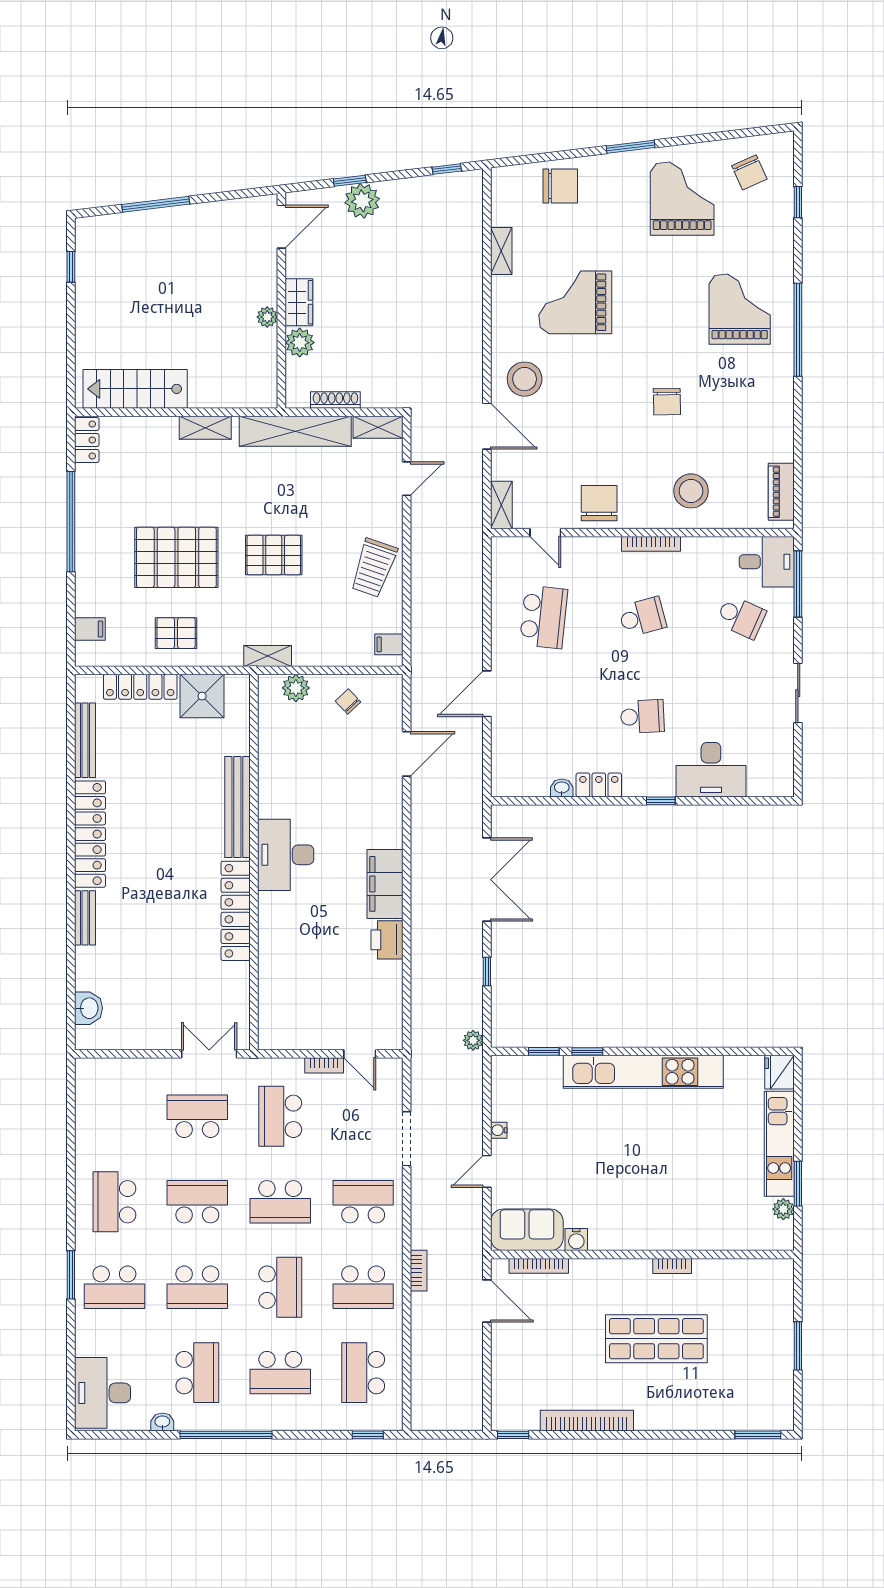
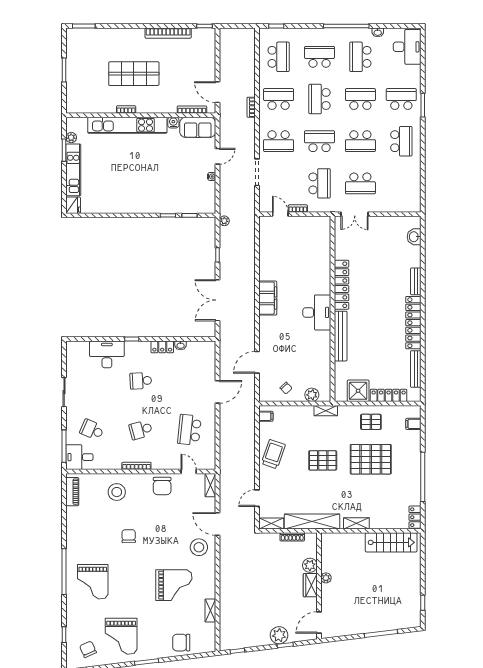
printer: (387, 940) -> (267, 270), removed
kitchen unit: (643, 1072) -> (127, 125), moved, turned 180

